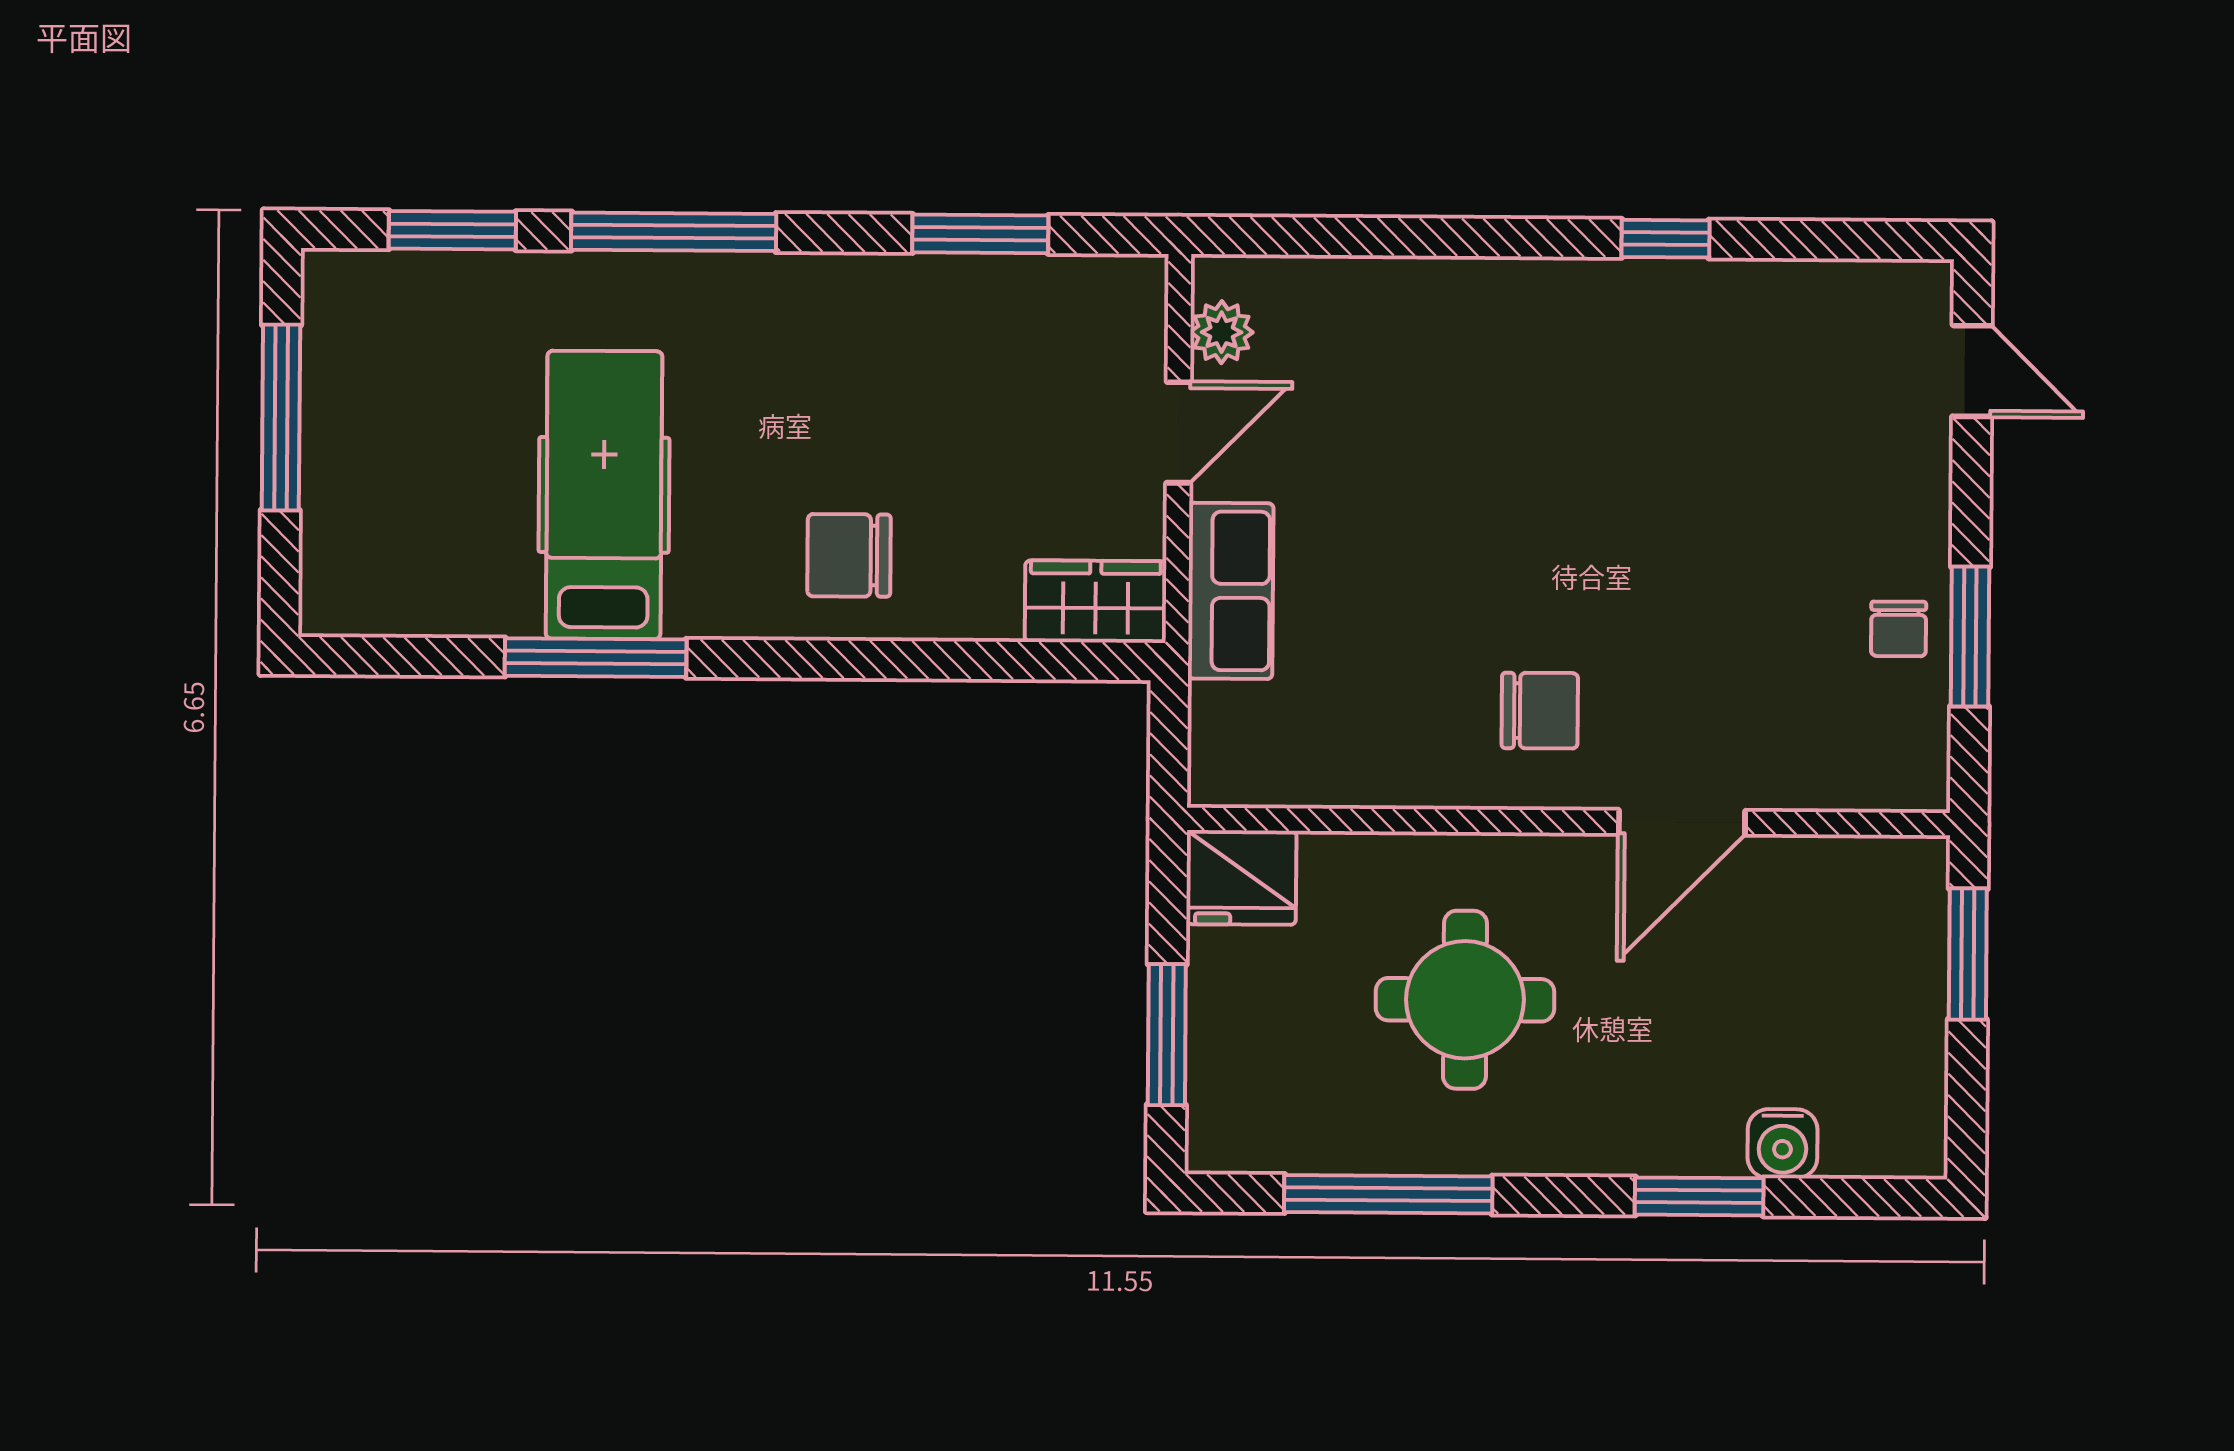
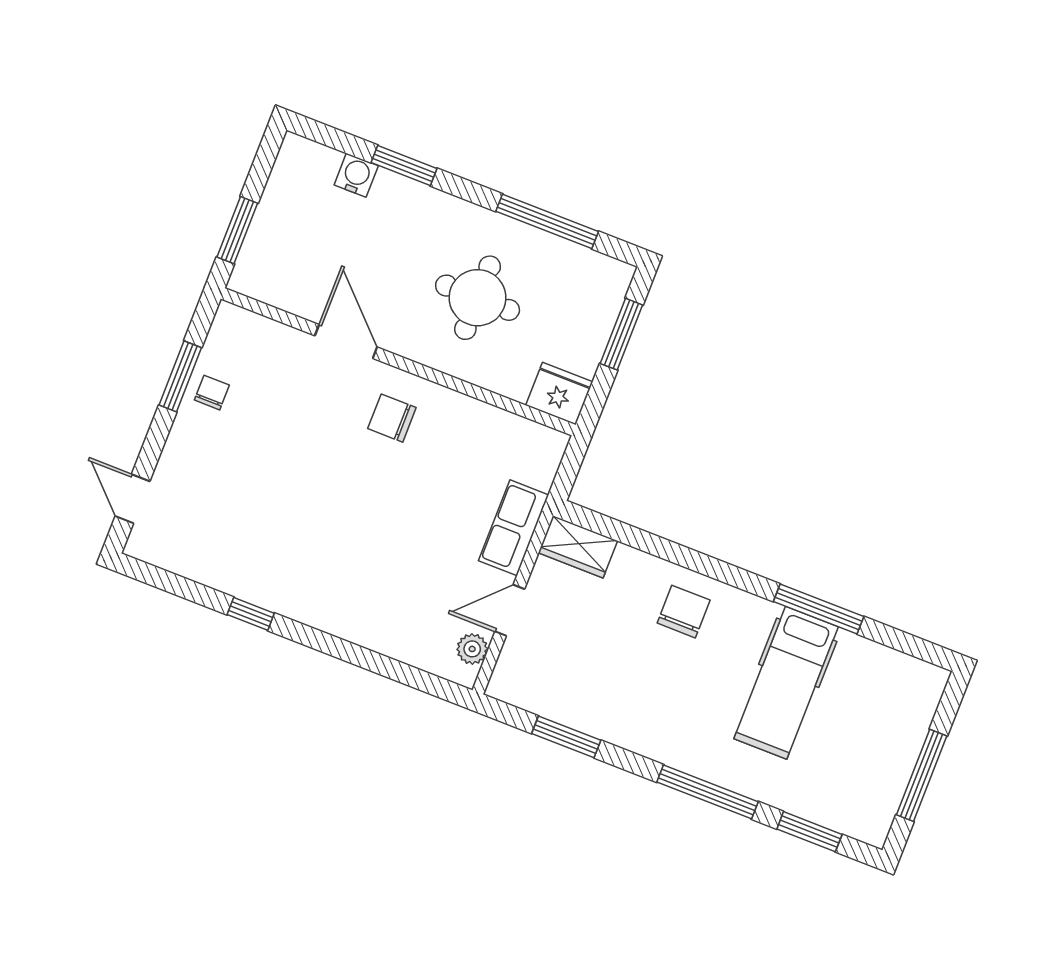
chair: (849, 555) -> (684, 612), turned -90
door: (1682, 822) -> (346, 341), hinge flipped

